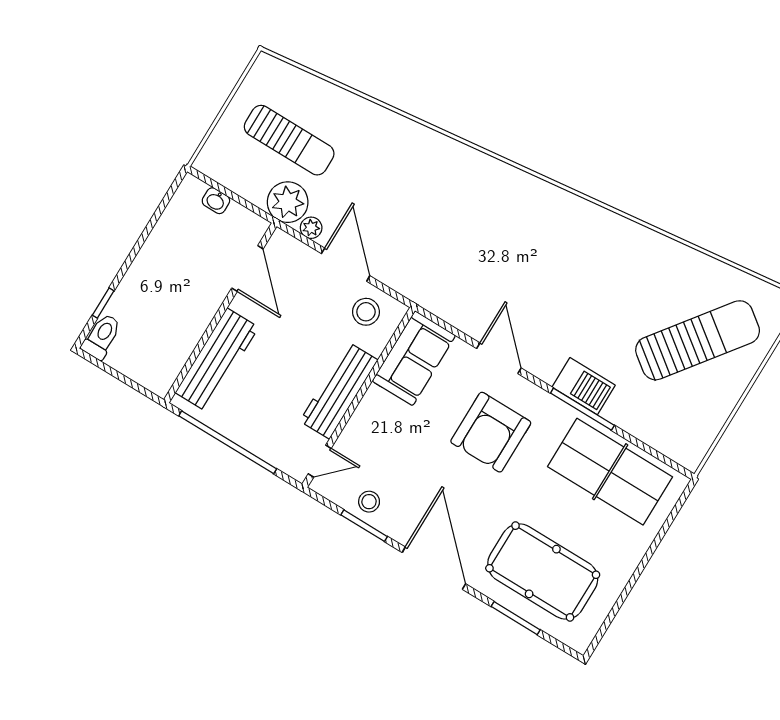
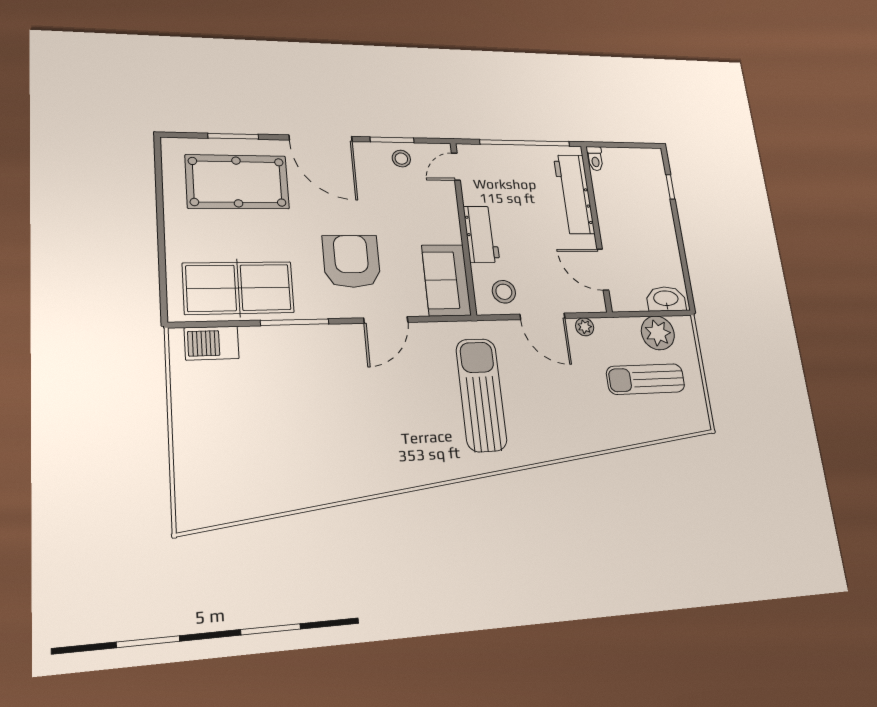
washbasin: (216, 201) -> (666, 299), width x1.91, depth x1.45
plant: (288, 202) -> (658, 333), moved
toilet: (102, 337) -> (595, 159), moved, width x0.73, depth x0.72
sun lounger: (698, 340) -> (481, 395), moved, turned 143
door: (499, 358) -> (386, 320), hinge flipped
barbecue: (584, 386) -> (212, 343), moved
workbench: (339, 391) -> (481, 234), width x0.73

